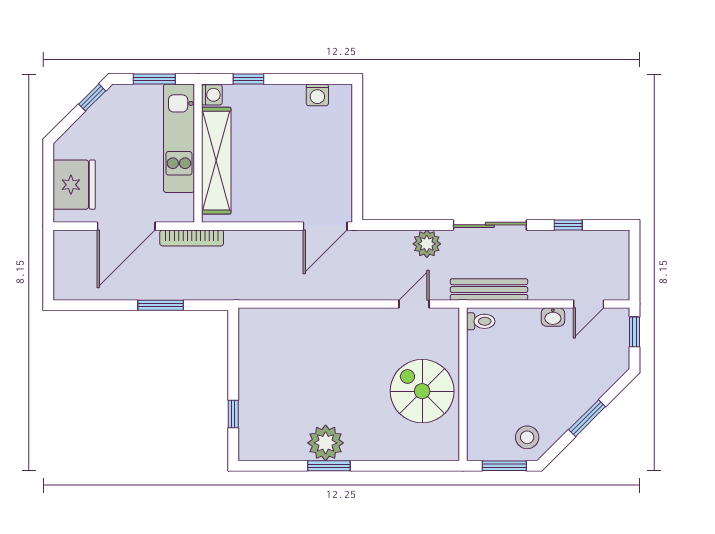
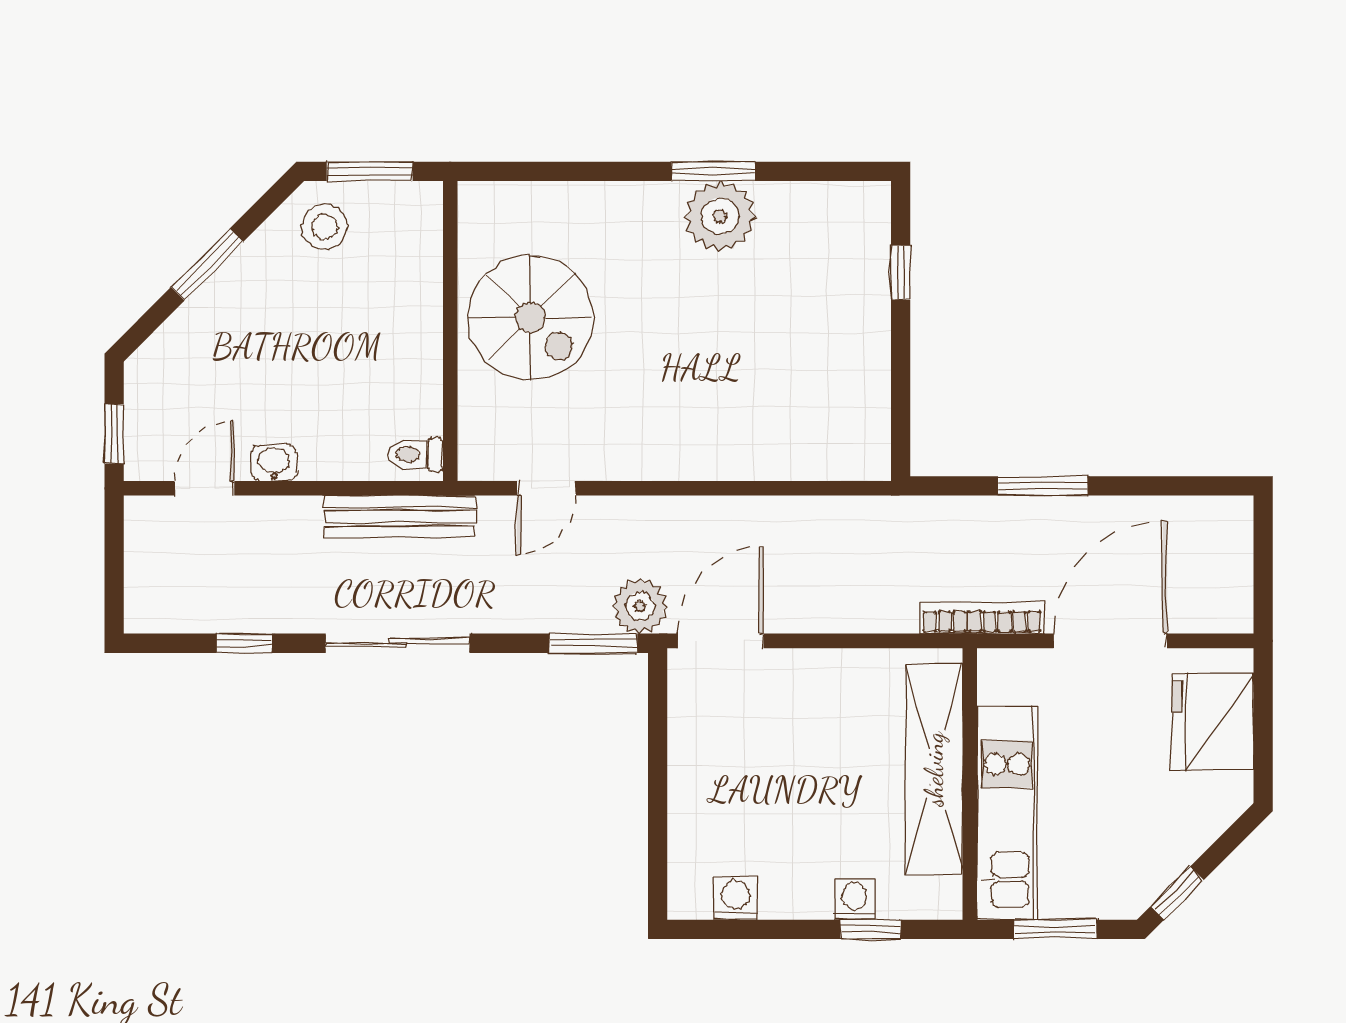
washing machine: (212, 95) -> (854, 900), moved, turned 90
window: (390, 225) -> (593, 643), added
plant: (427, 244) -> (640, 606), moved

